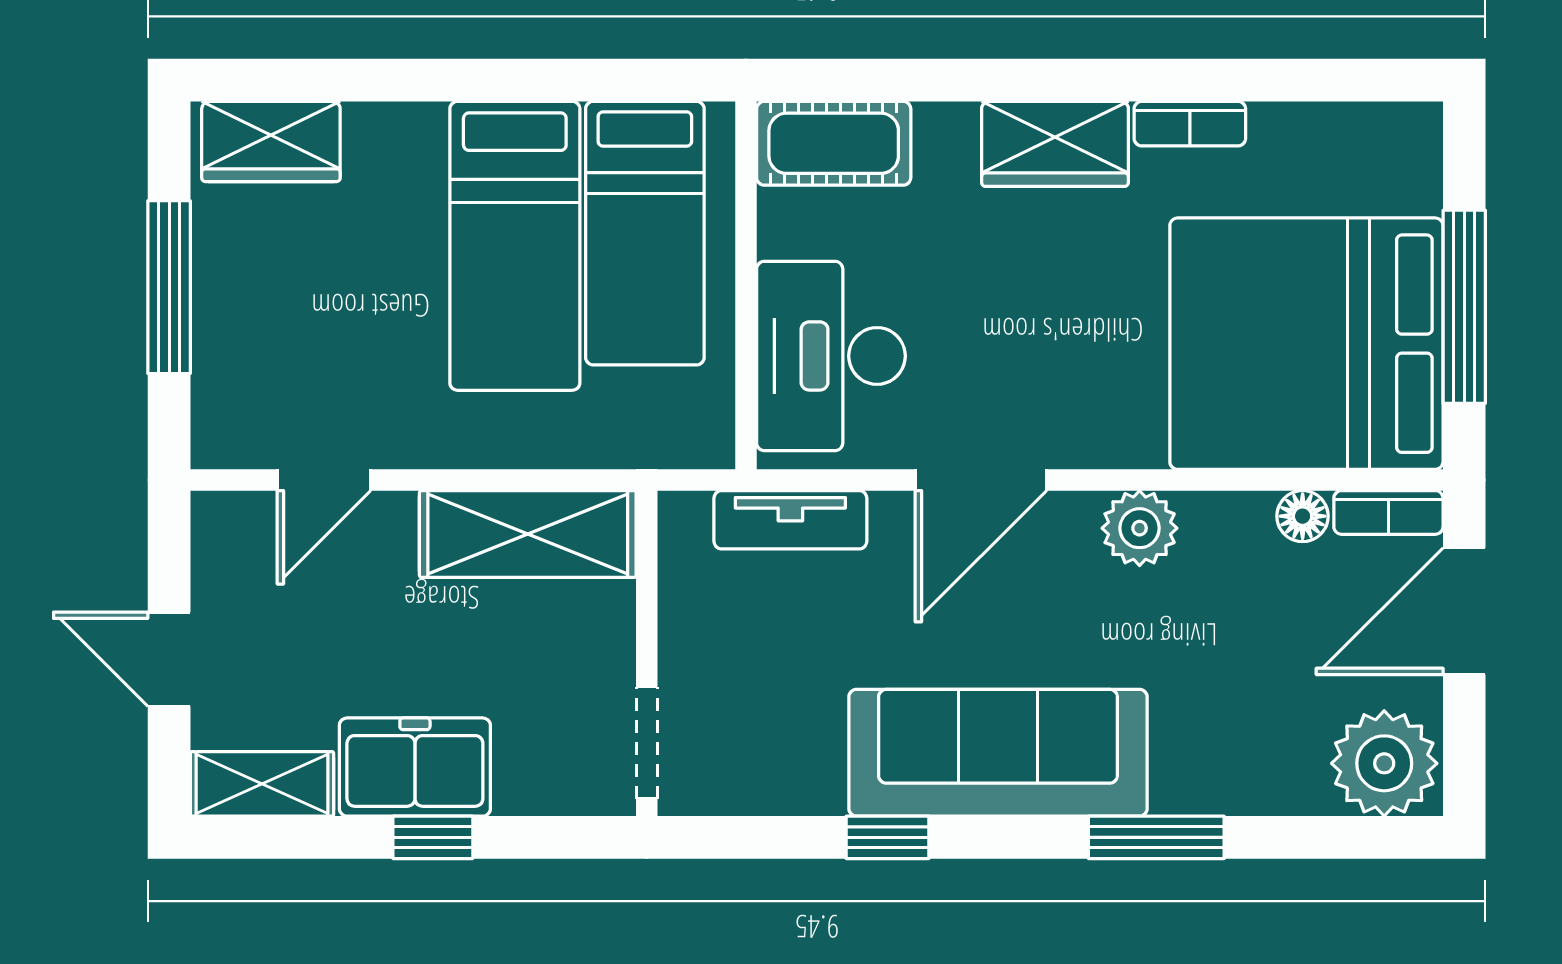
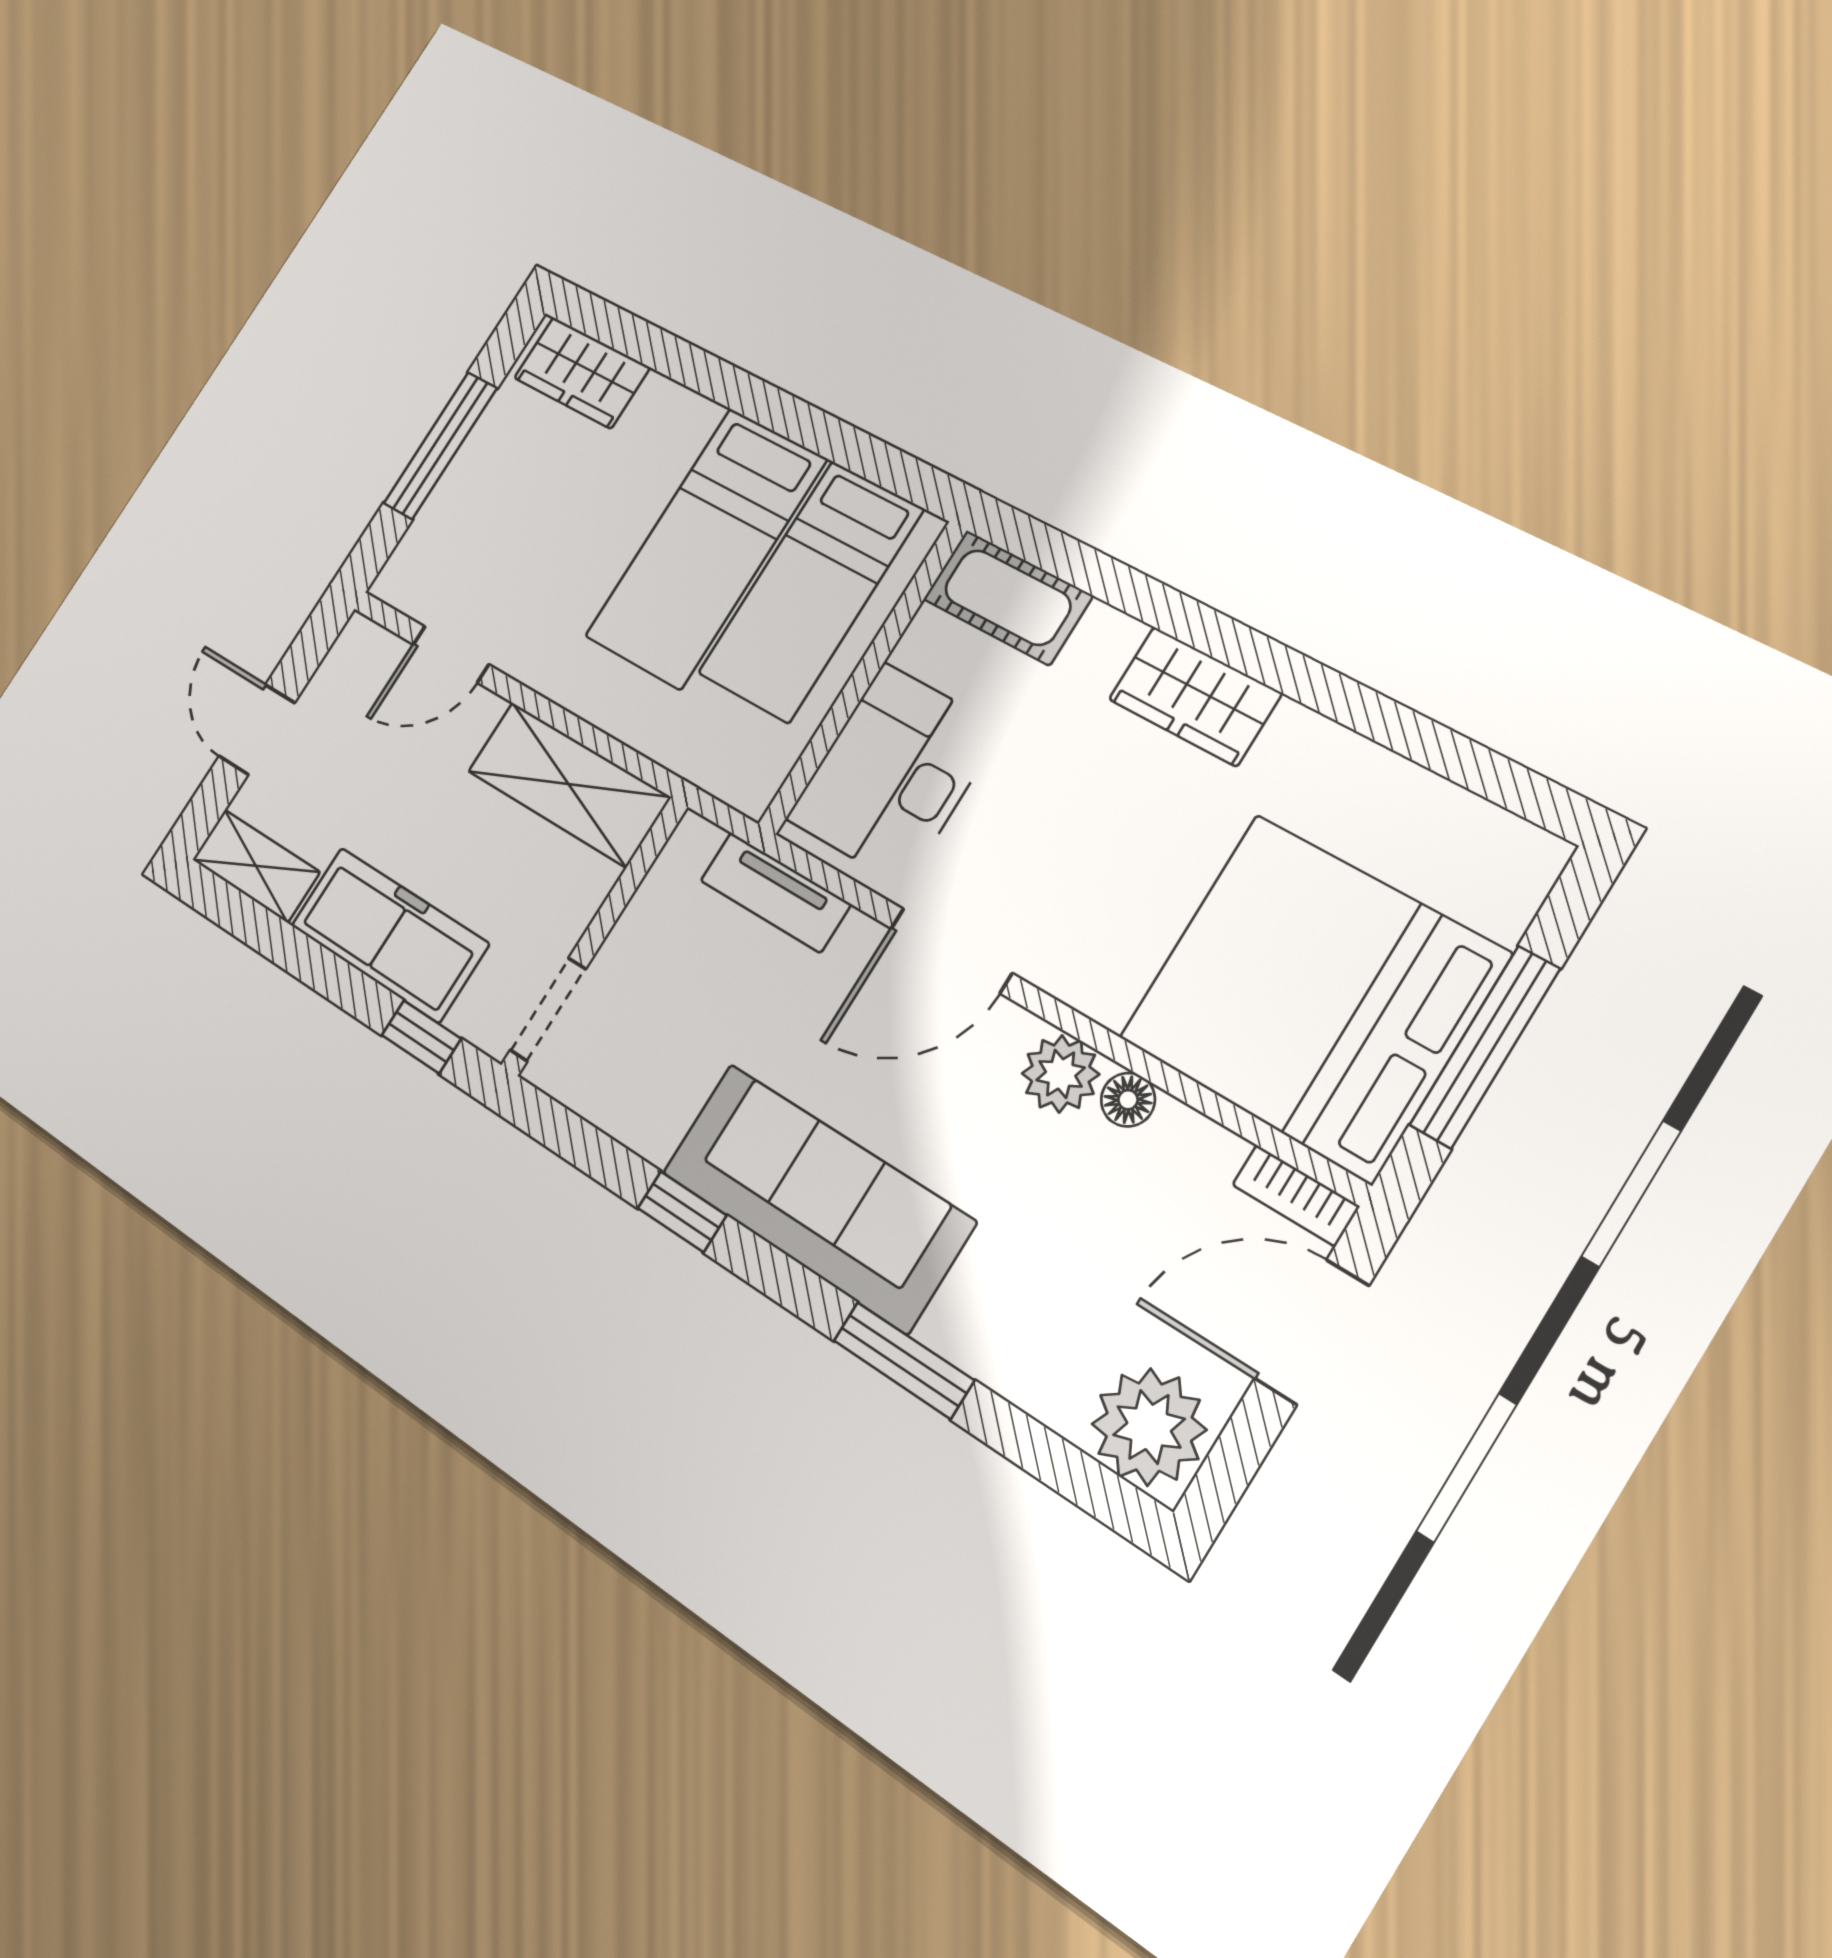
bookcase: (1190, 124) -> (1326, 742), removed
floor lamp: (1303, 516) -> (1128, 1100), moved
freezer: (415, 767) -> (390, 935), width x1.40
window: (433, 837) -> (421, 1037), moved

